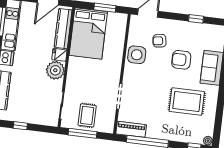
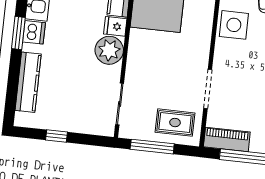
rug: (87, 115) -> (175, 123), moved, turned 90

